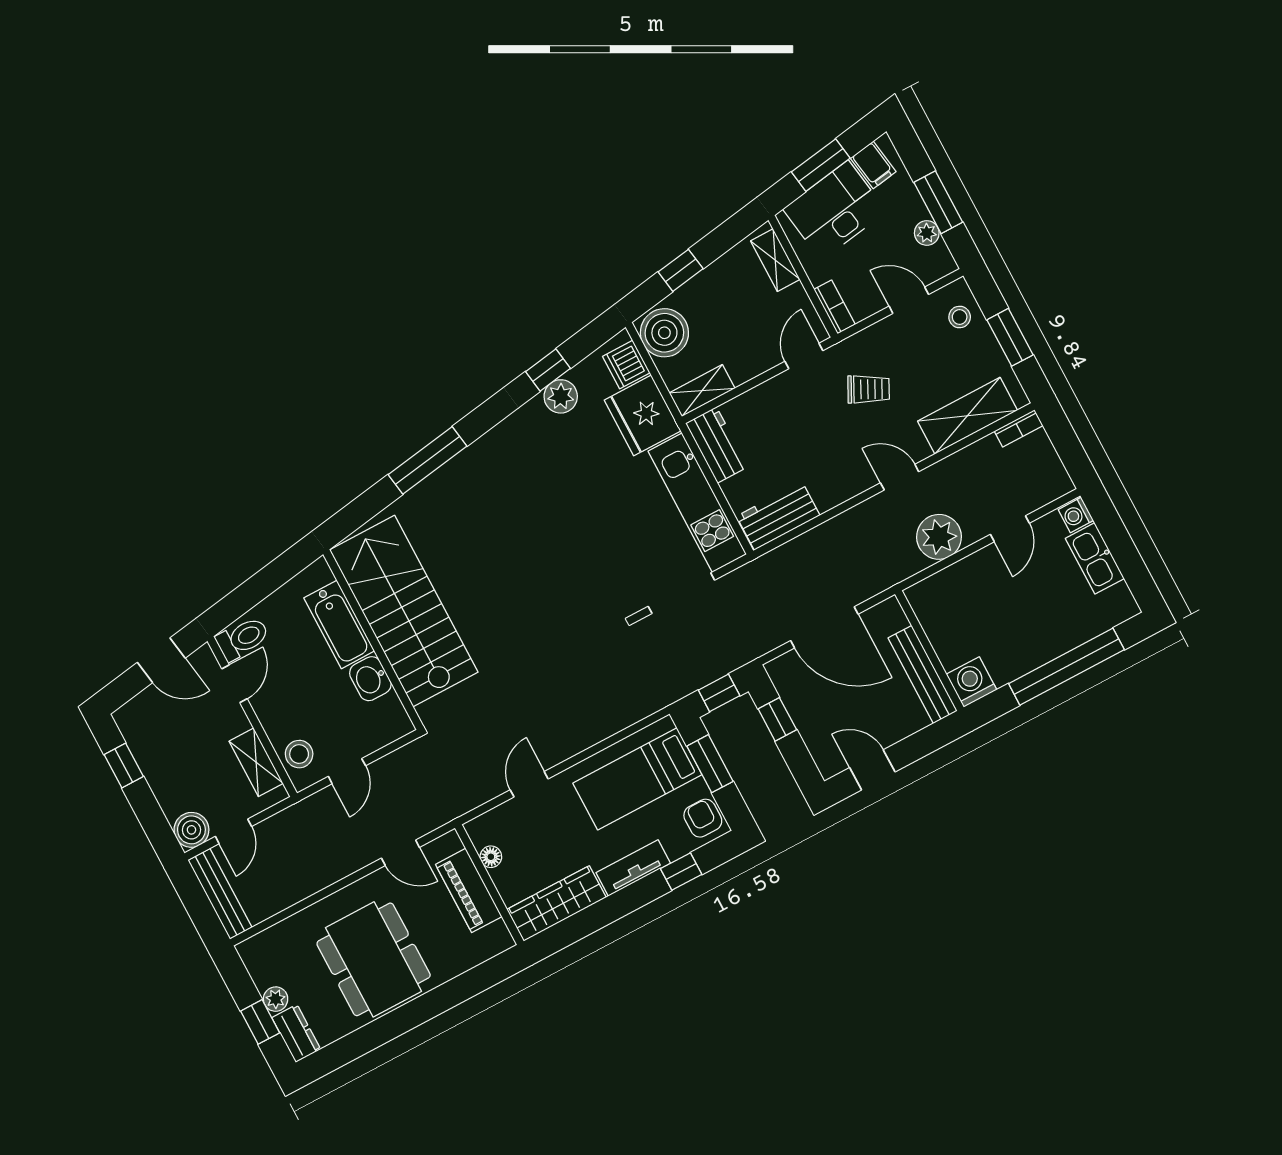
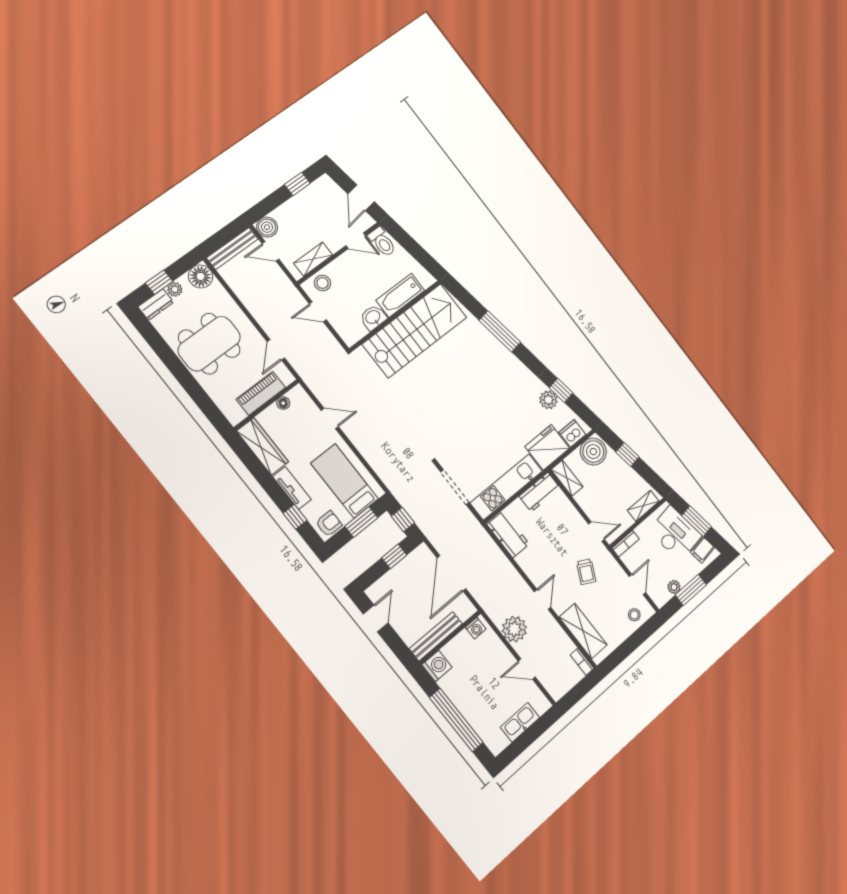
window: (1010, 337) -> (629, 646), removed
washing machine: (1076, 515) -> (476, 628), moved, turned 180
floor lamp: (260, 954) -> (201, 276), added

